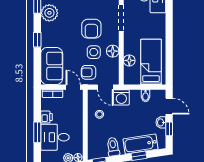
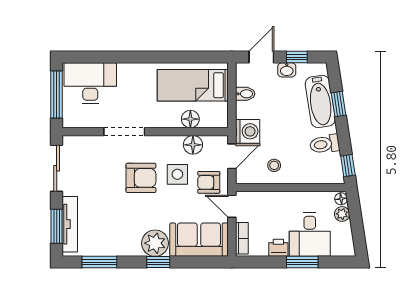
plant: (49, 13) -> (155, 243), moved
floor lamp: (113, 51) -> (193, 145), moved
armchair: (89, 72) -> (209, 182), turned 90
door: (73, 87) -> (232, 206), hinge flipped

